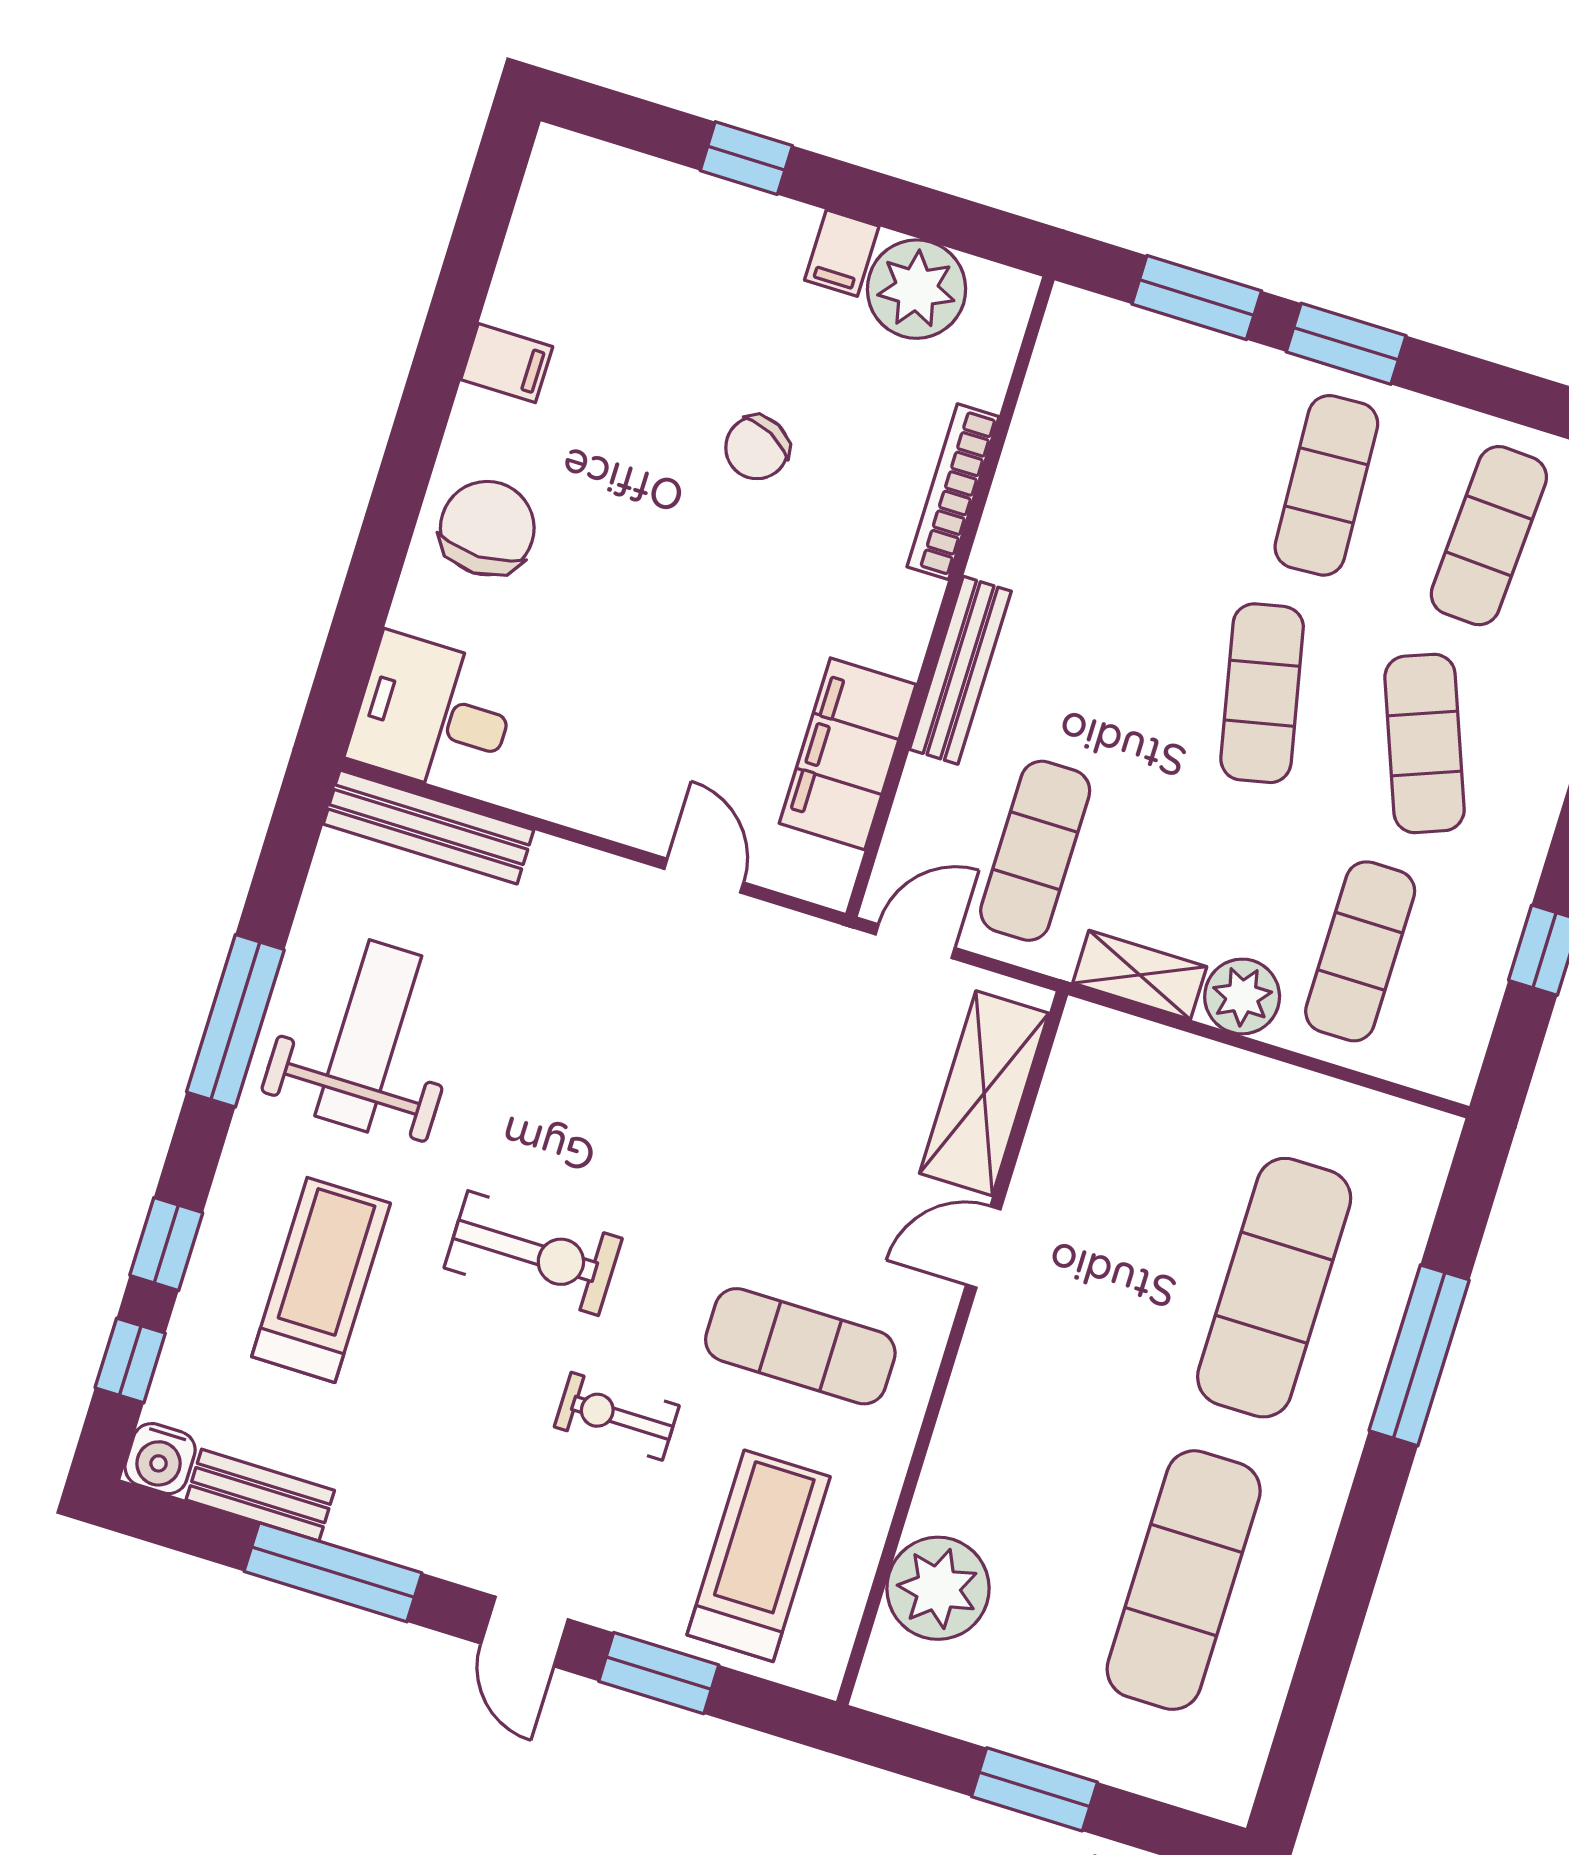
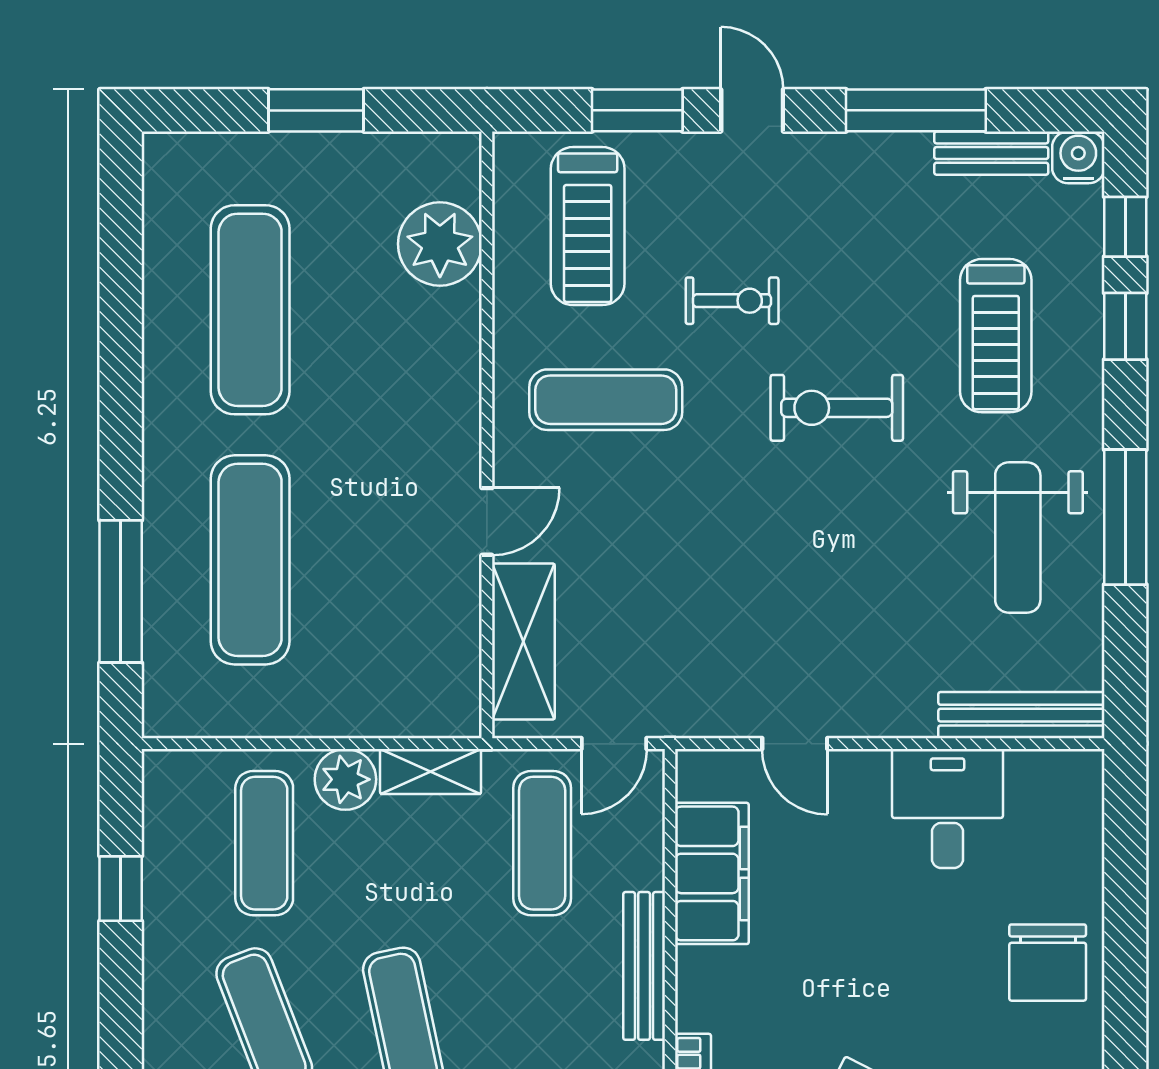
desk: (433, 714) -> (948, 808), moved, turned -90
window: (1419, 1355) -> (121, 591), moved

